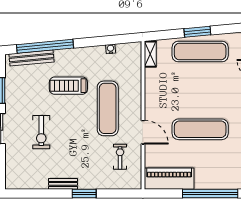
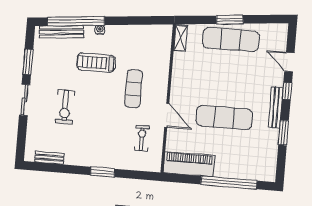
water cooler: (111, 49) -> (100, 30), moved
exercise mat: (108, 108) -> (134, 89), width x0.73, depth x0.69
bench: (63, 184) -> (49, 158), moved

